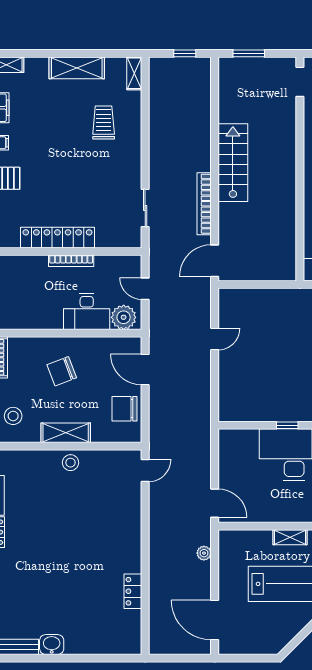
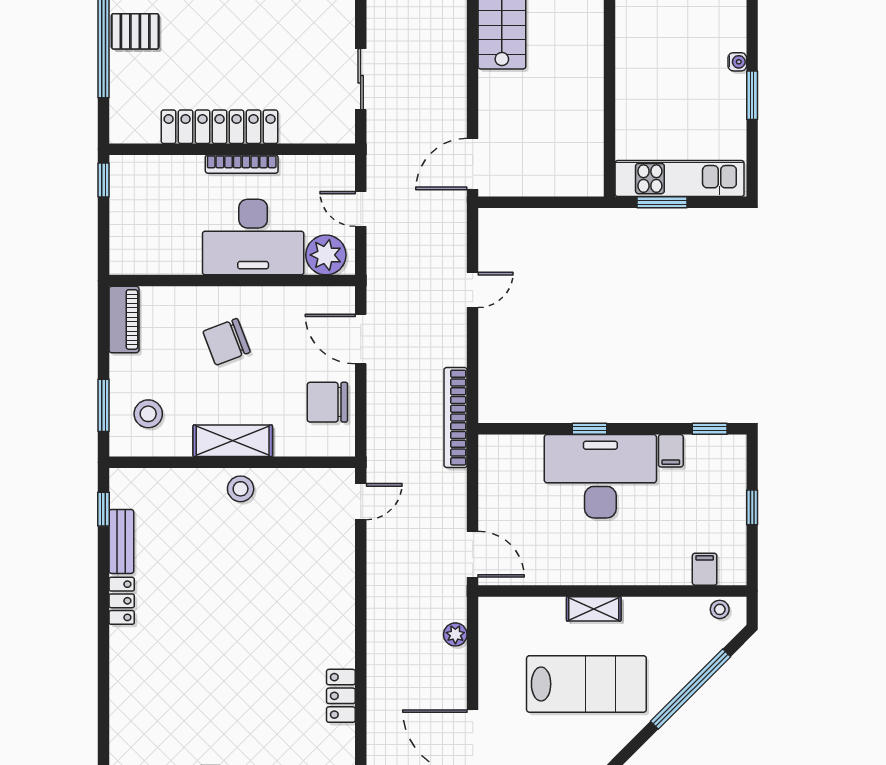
bookcase: (204, 204) -> (456, 418), moved
desk: (87, 312) -> (253, 237), width x1.36, depth x1.30

